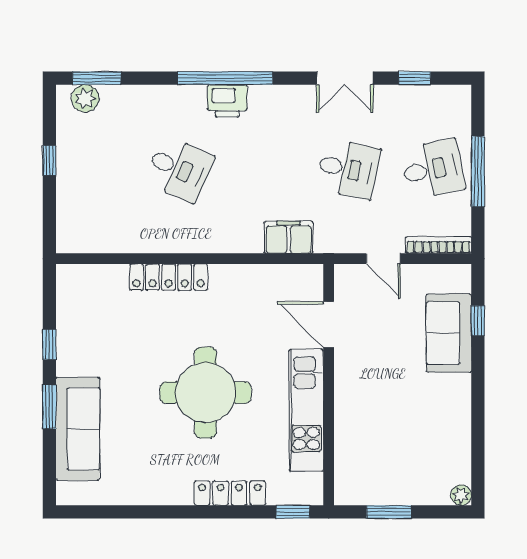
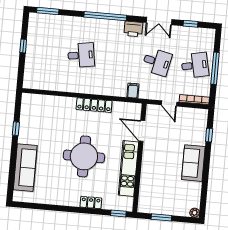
plant: (85, 98) -> (42, 20), removed
printer: (227, 101) -> (133, 29), moved
desk: (179, 169) -> (81, 55), turned -33
filing cabinet: (289, 237) -> (133, 91), width x0.50
locker: (169, 277) -> (94, 105), moved
sofa: (449, 333) -> (193, 163), moved
window: (49, 407) -> (13, 157), removed
locker: (230, 493) -> (91, 203), width x0.66

